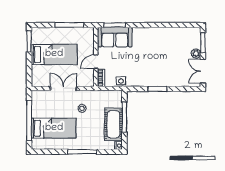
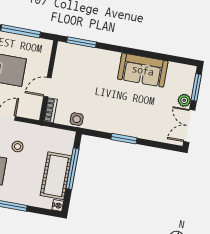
sofa: (115, 37) -> (143, 70), moved

